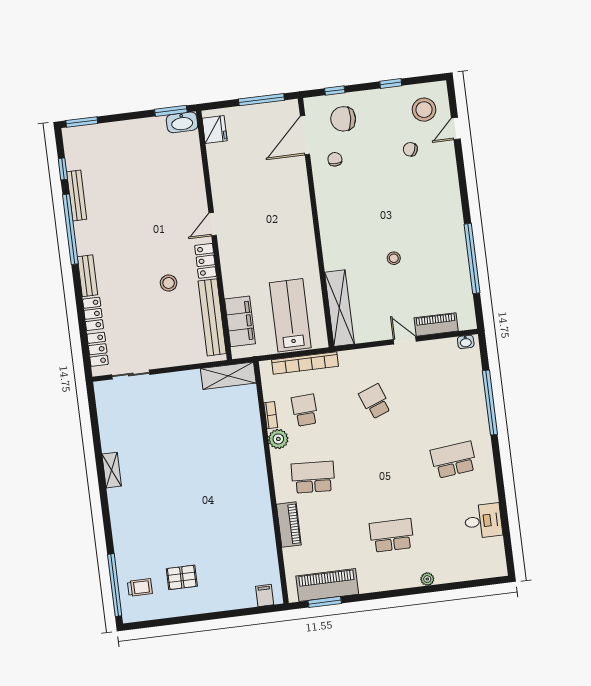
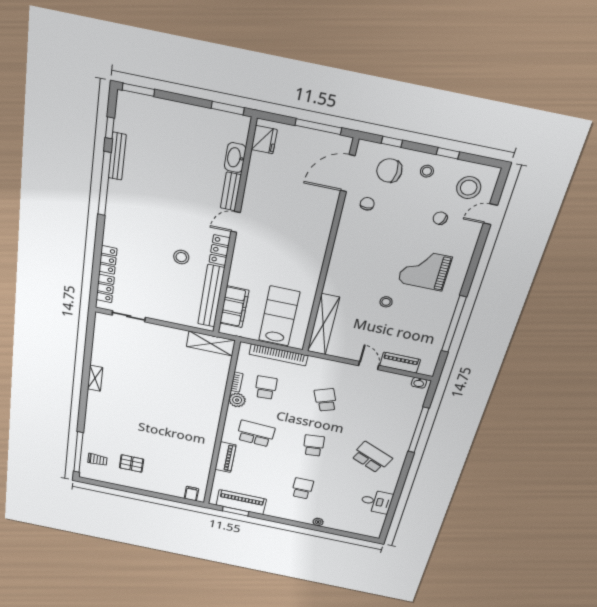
stool: (378, 107) -> (427, 171), added
washbasin: (182, 122) -> (235, 158), moved, turned 90
grand piano: (418, 209) -> (425, 270), added
bench: (87, 276) -> (231, 192), moved
school desk: (454, 460) -> (372, 457), turned 30
school desk: (383, 468) -> (314, 446), added
school desk: (392, 535) -> (302, 488), width x0.54

